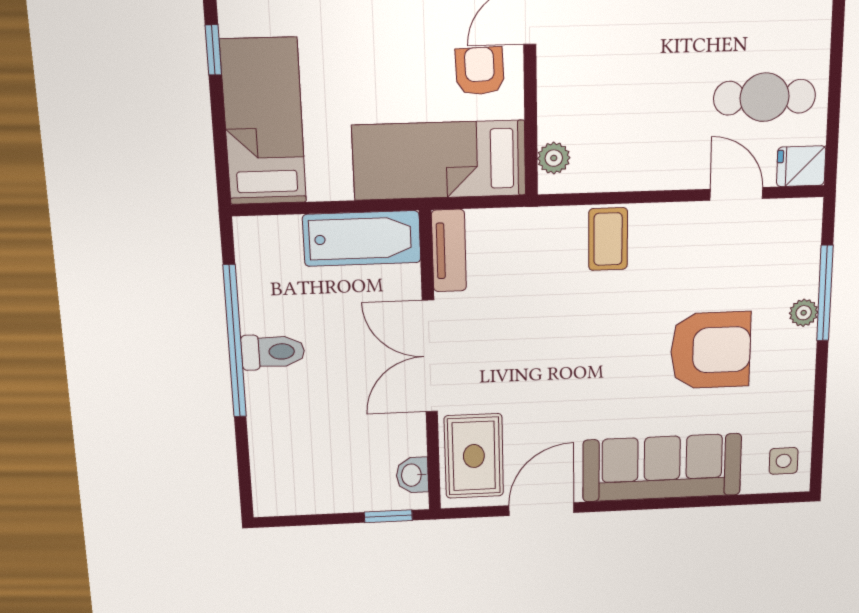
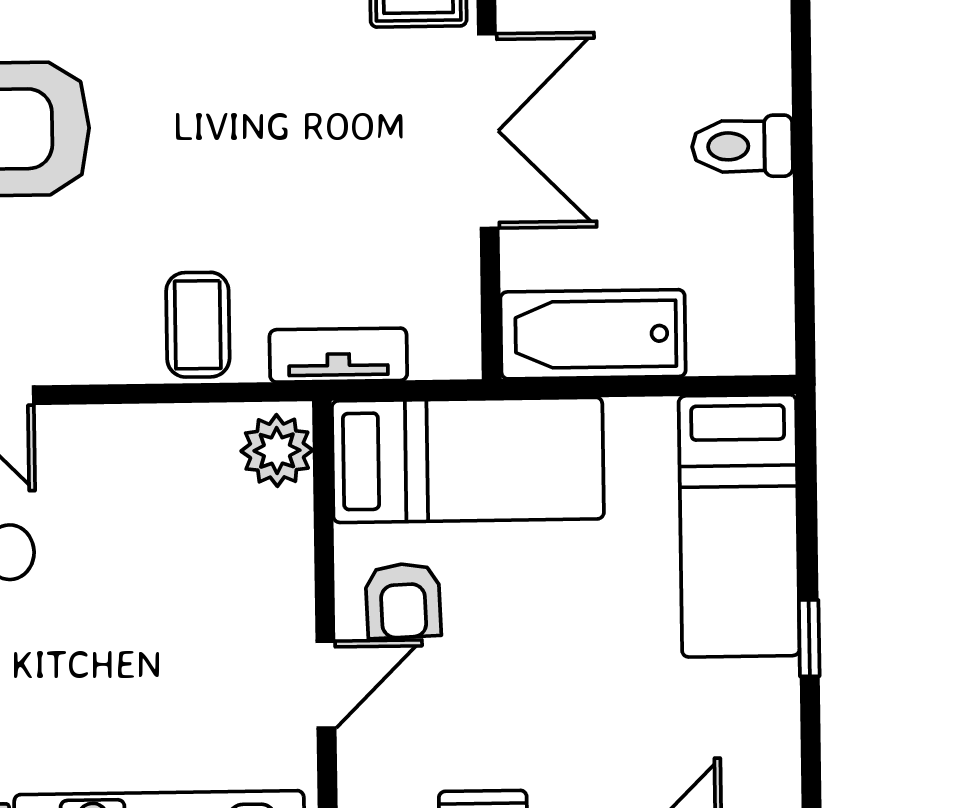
plant: (554, 158) -> (277, 451), width x1.38, depth x1.38
tv unit: (449, 251) -> (338, 355), moved, turned 90
window: (235, 342) -> (803, 166), removed

